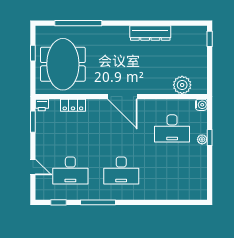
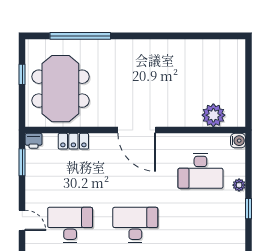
dresser: (150, 33) -> (173, 48), removed
window: (210, 39) -> (249, 56), removed
window: (210, 137) -> (249, 209), moved
desk: (70, 170) -> (70, 225), turned 180
desk: (121, 170) -> (135, 225), turned 180

